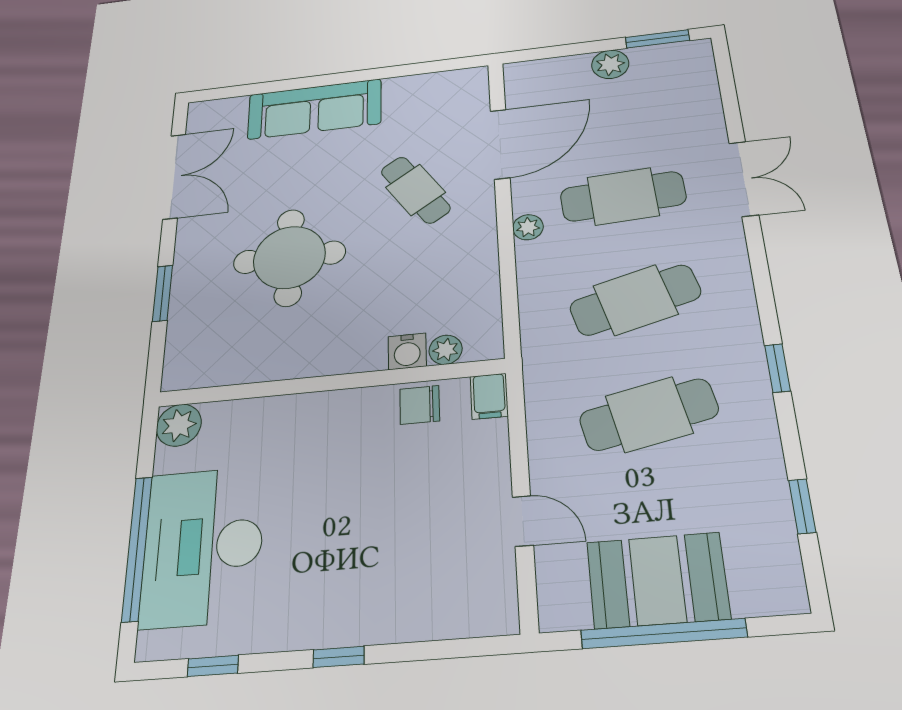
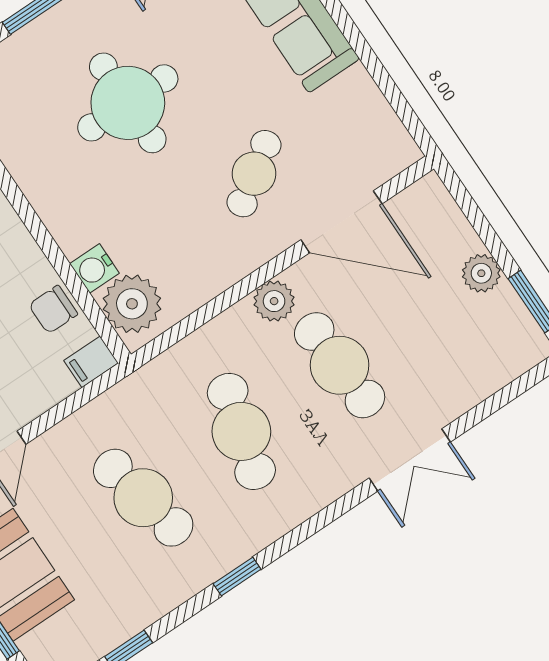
plant: (528, 227) -> (274, 301), width x1.38, depth x1.38
cafe table: (635, 300) -> (241, 431), turned 30
plant: (446, 350) -> (132, 304), width x1.87, depth x1.87
chair: (420, 405) -> (53, 309), turned -90

